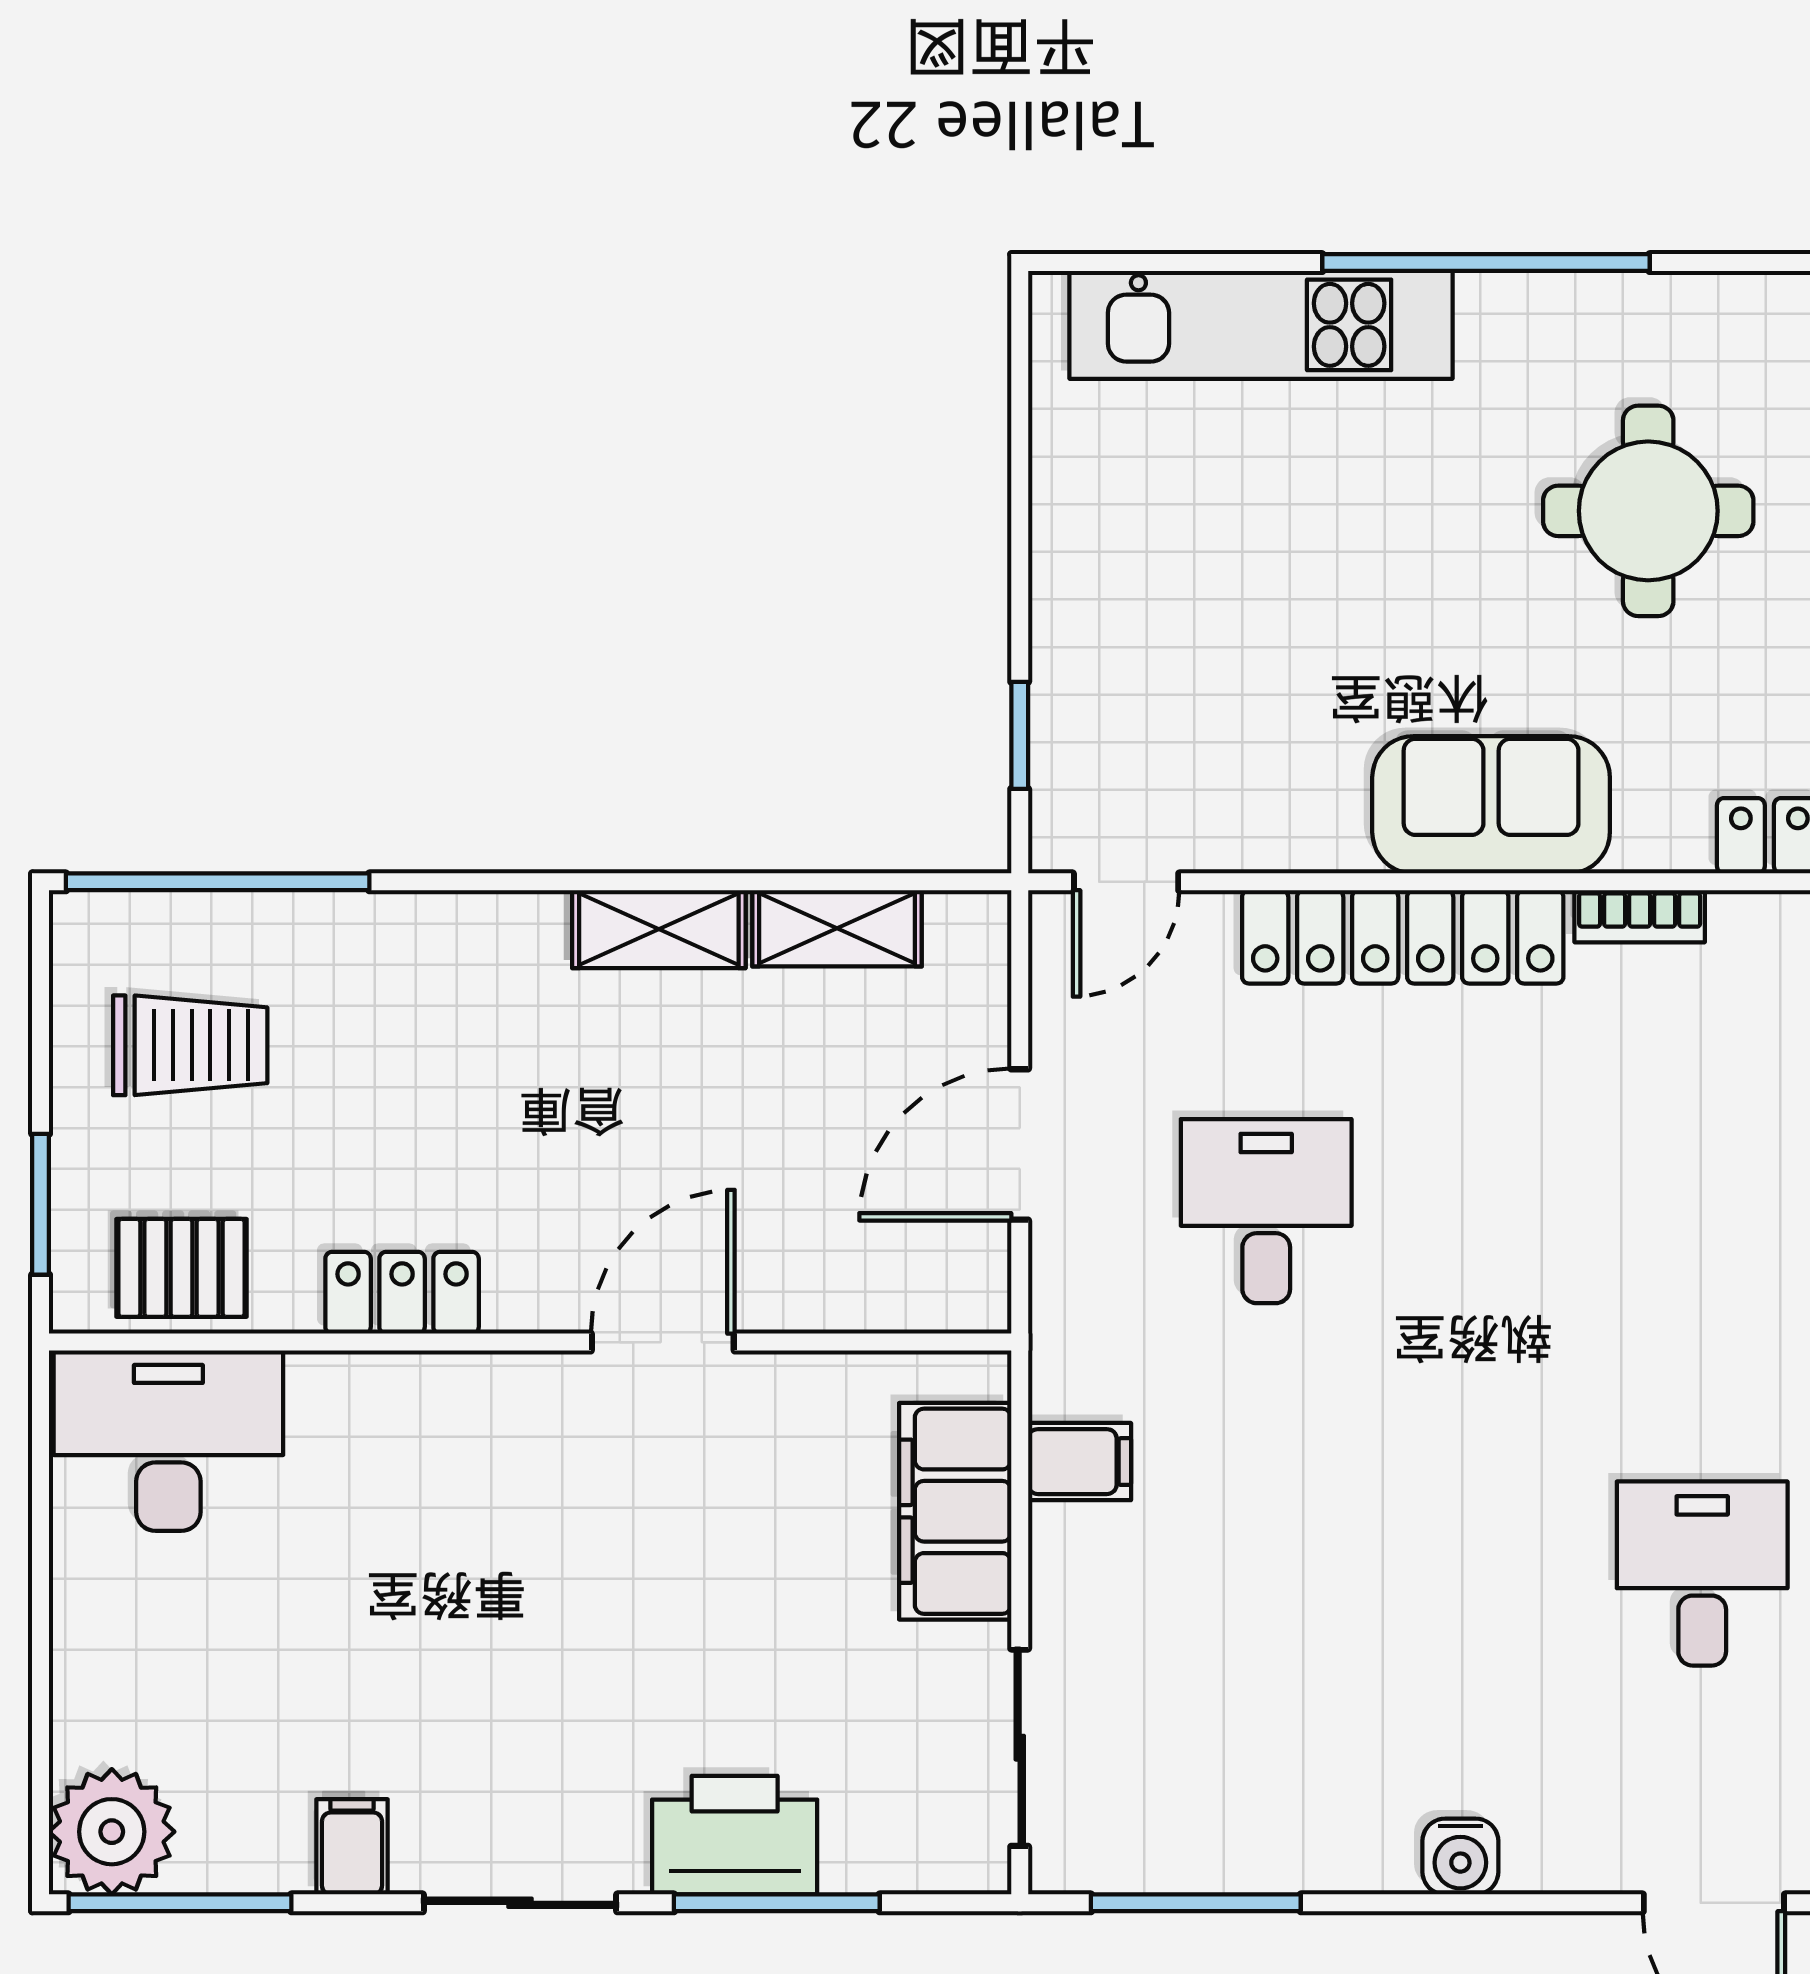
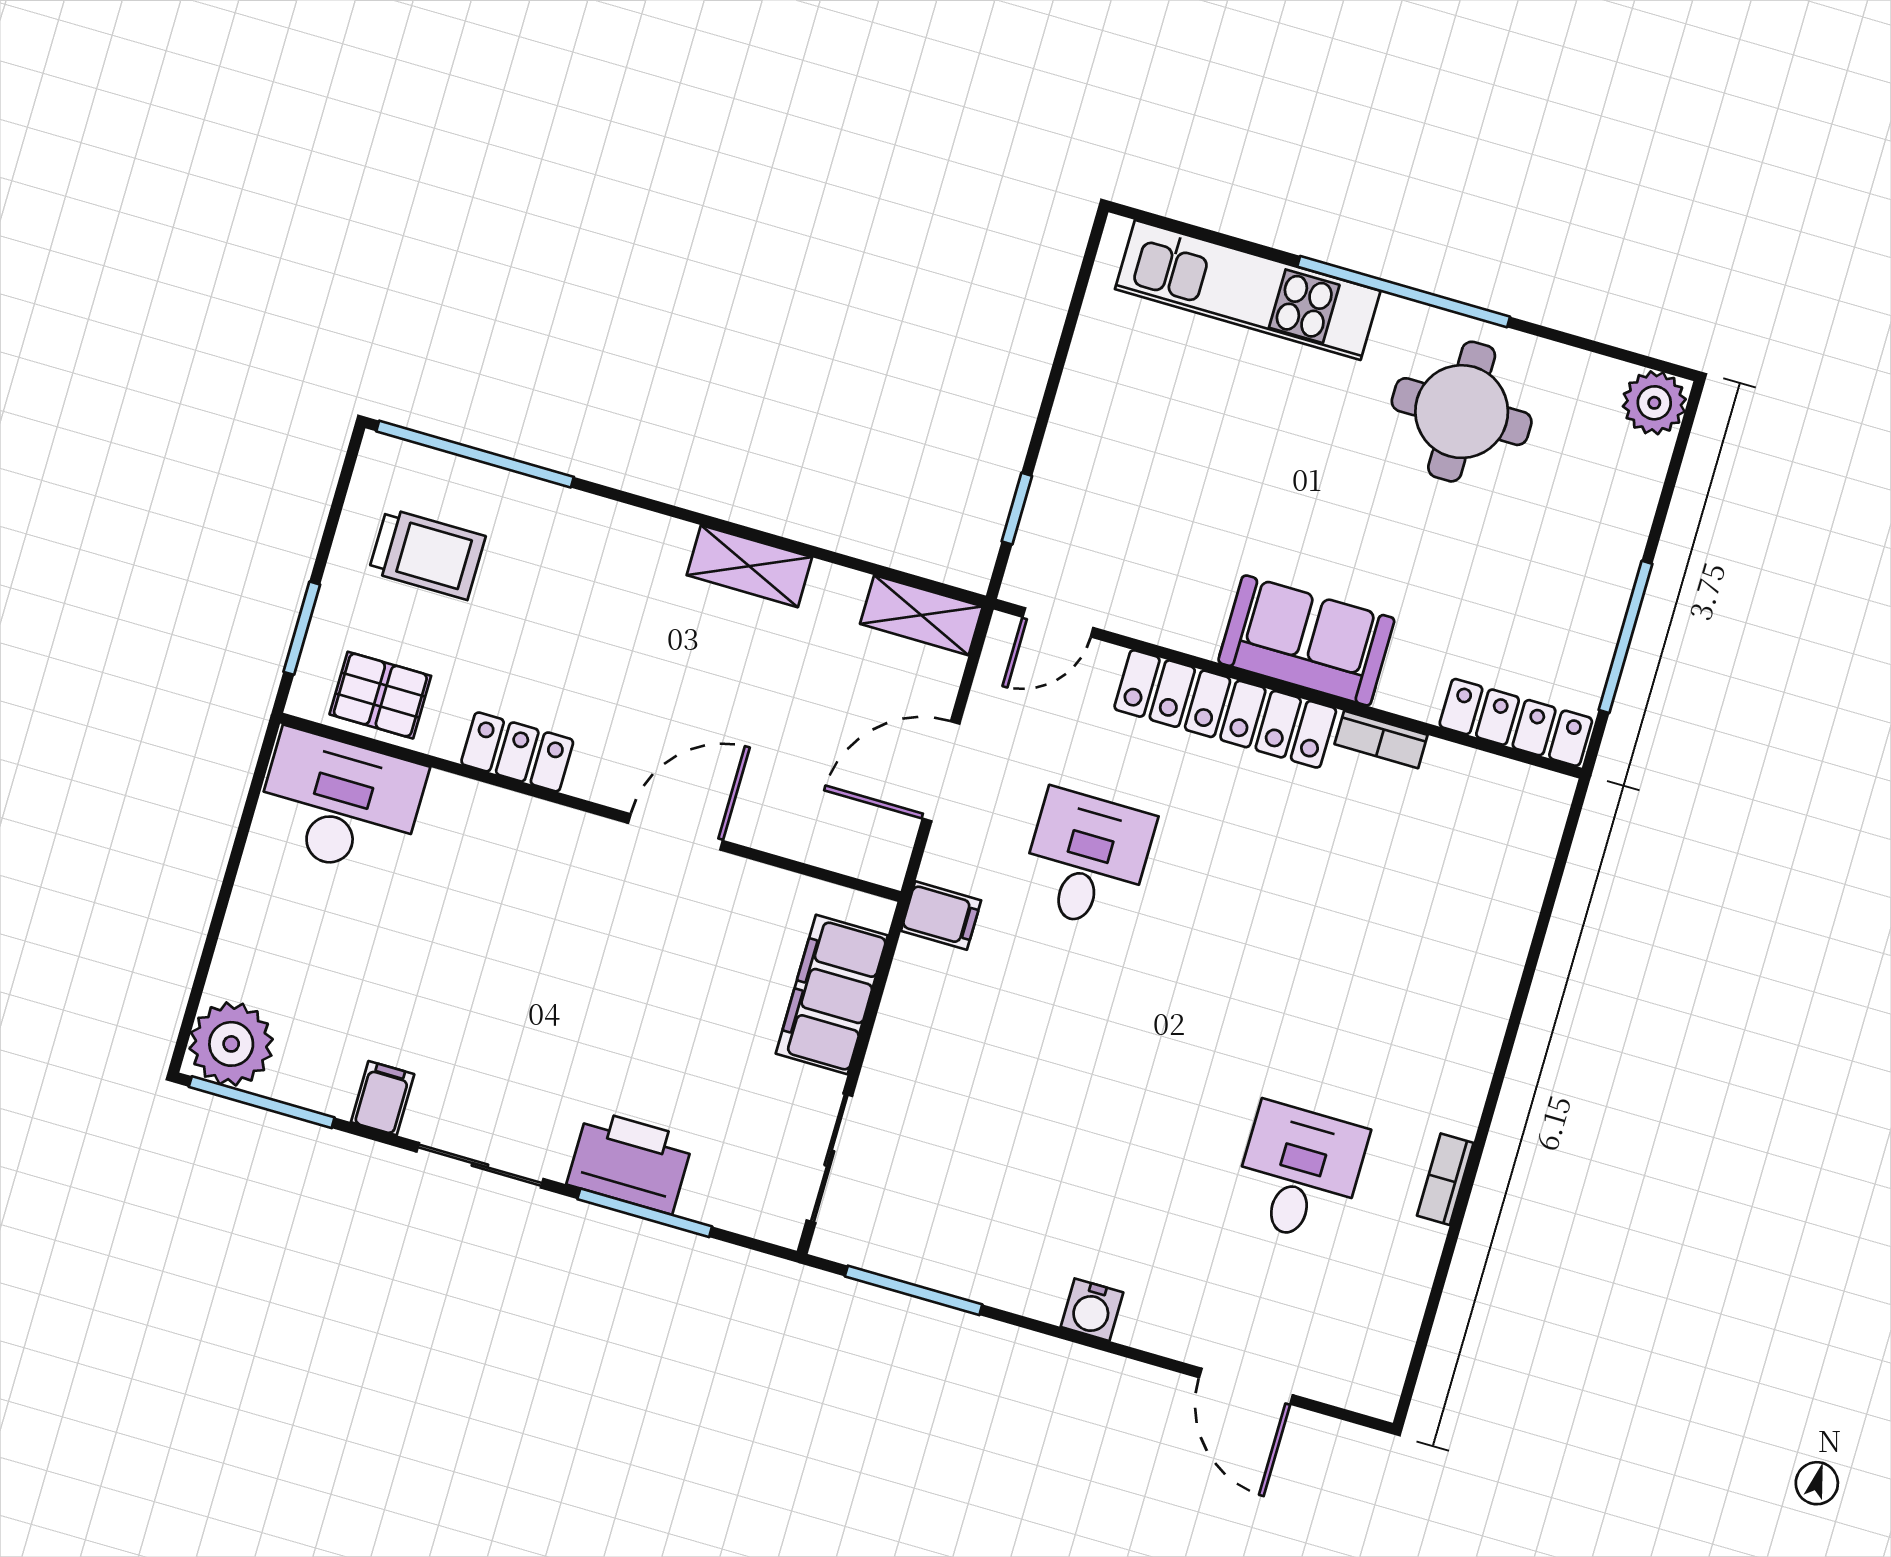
round table: (1648, 511) -> (1462, 412), moved
shelving: (837, 928) -> (921, 615), moved
filing cabinet: (1080, 1462) -> (941, 916), moved

